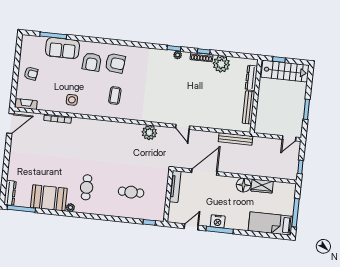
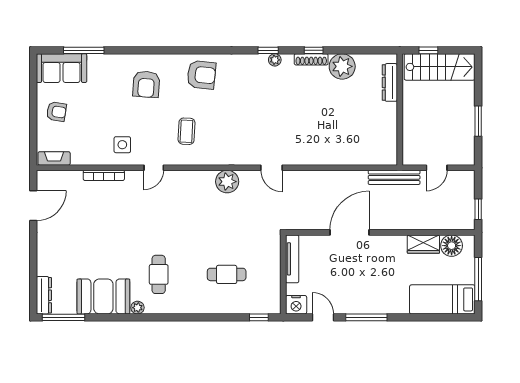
sofa: (62, 48) -> (62, 68), moved
armchair: (115, 63) -> (201, 75), moved
bench: (249, 107) -> (390, 128), removed
door: (91, 117) -> (154, 168), added
door: (10, 124) -> (33, 206), moved
door: (183, 127) -> (272, 168), moved
plant: (149, 133) -> (227, 182), moved
door: (289, 138) -> (437, 168), moved
bench: (236, 139) -> (394, 177), moved
door: (204, 172) -> (349, 232), moved
floor lamp: (244, 185) -> (452, 246), moved
nightstand: (218, 221) -> (296, 305), moved
door: (191, 227) -> (323, 317), hinge flipped

